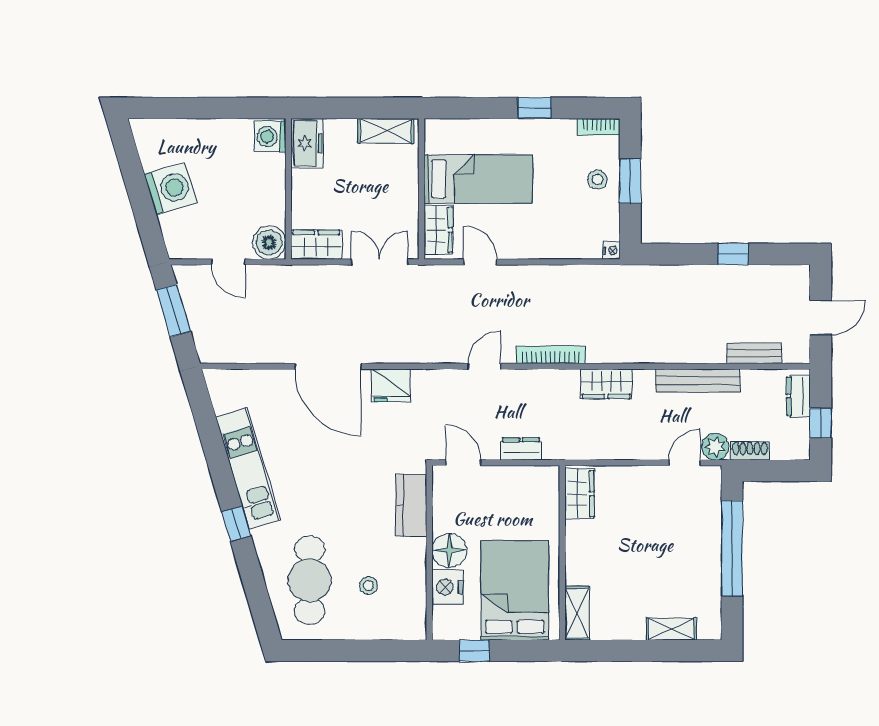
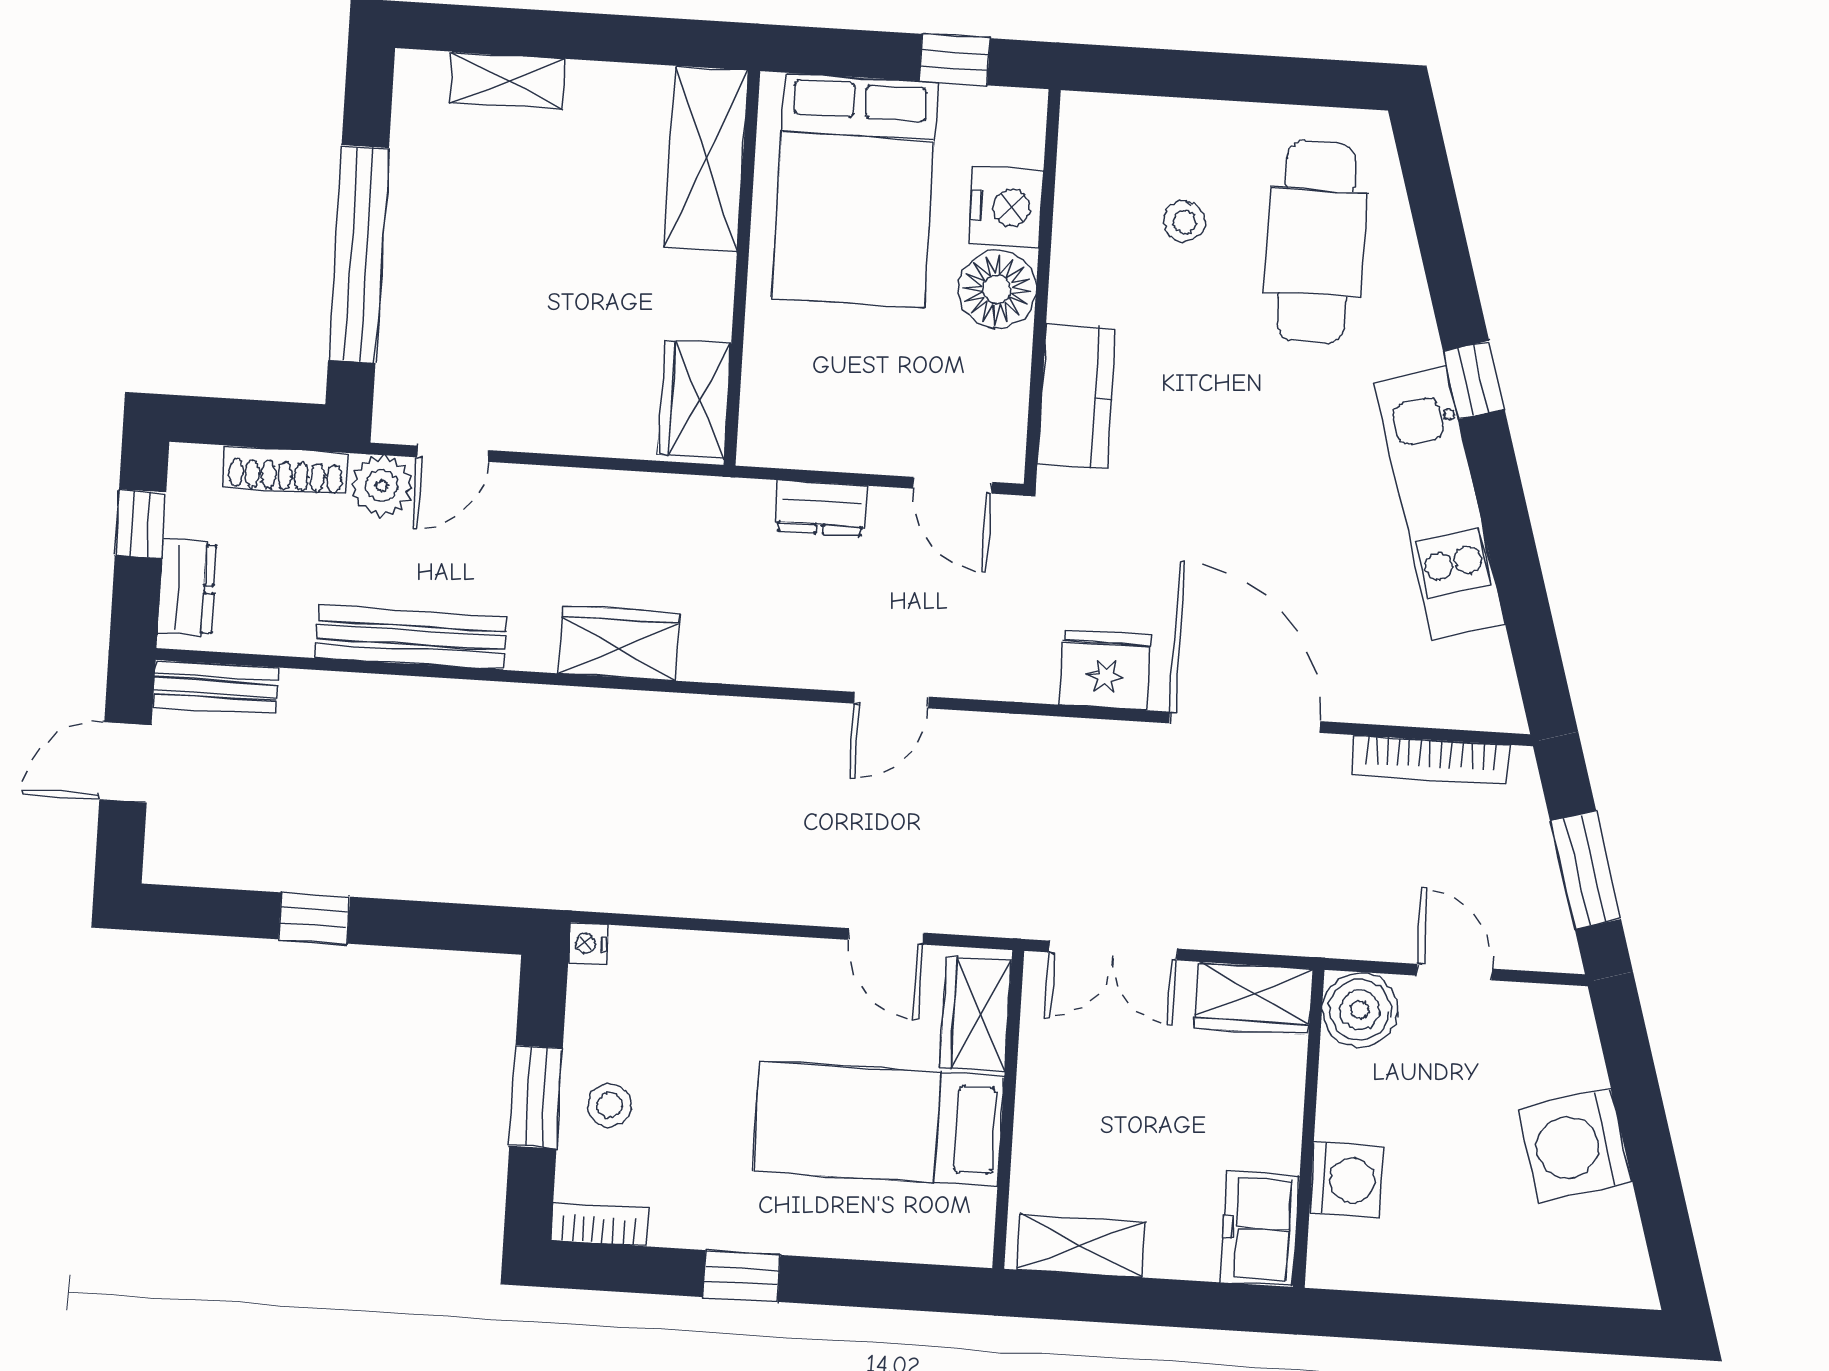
washing machine: (270, 137) -> (1347, 1180), moved
bench: (754, 353) -> (215, 687), moved
bookcase: (551, 355) -> (1430, 760), moved
shoe rack: (750, 451) -> (285, 470), width x1.43
shelving: (577, 613) -> (706, 159), width x1.50, depth x1.33

